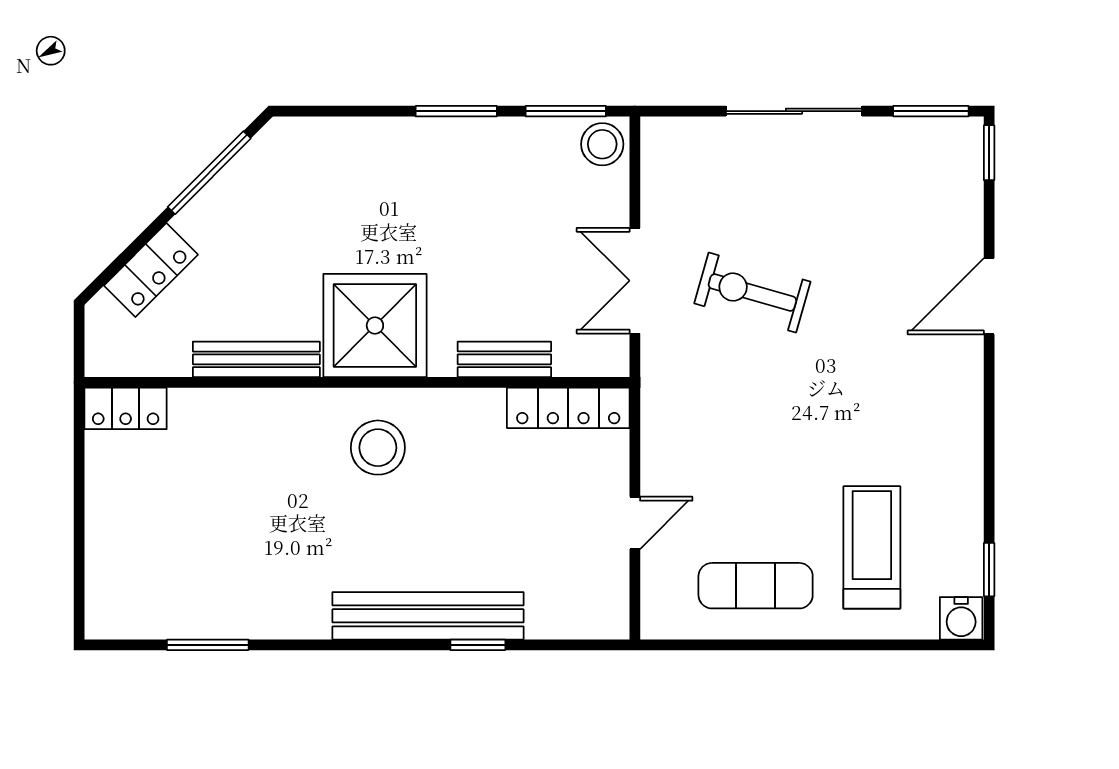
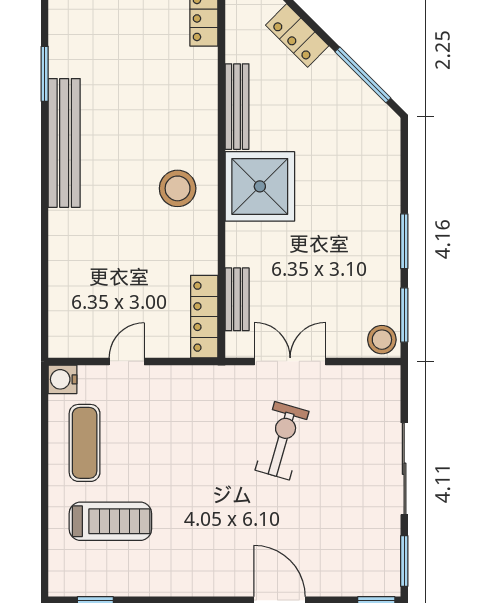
bench: (504, 359) -> (237, 299), moved
door: (635, 523) -> (127, 361), swing flipped
bench: (428, 616) -> (64, 143), moved
water cooler: (961, 618) -> (63, 379), moved
window: (478, 645) -> (45, 256), removed

